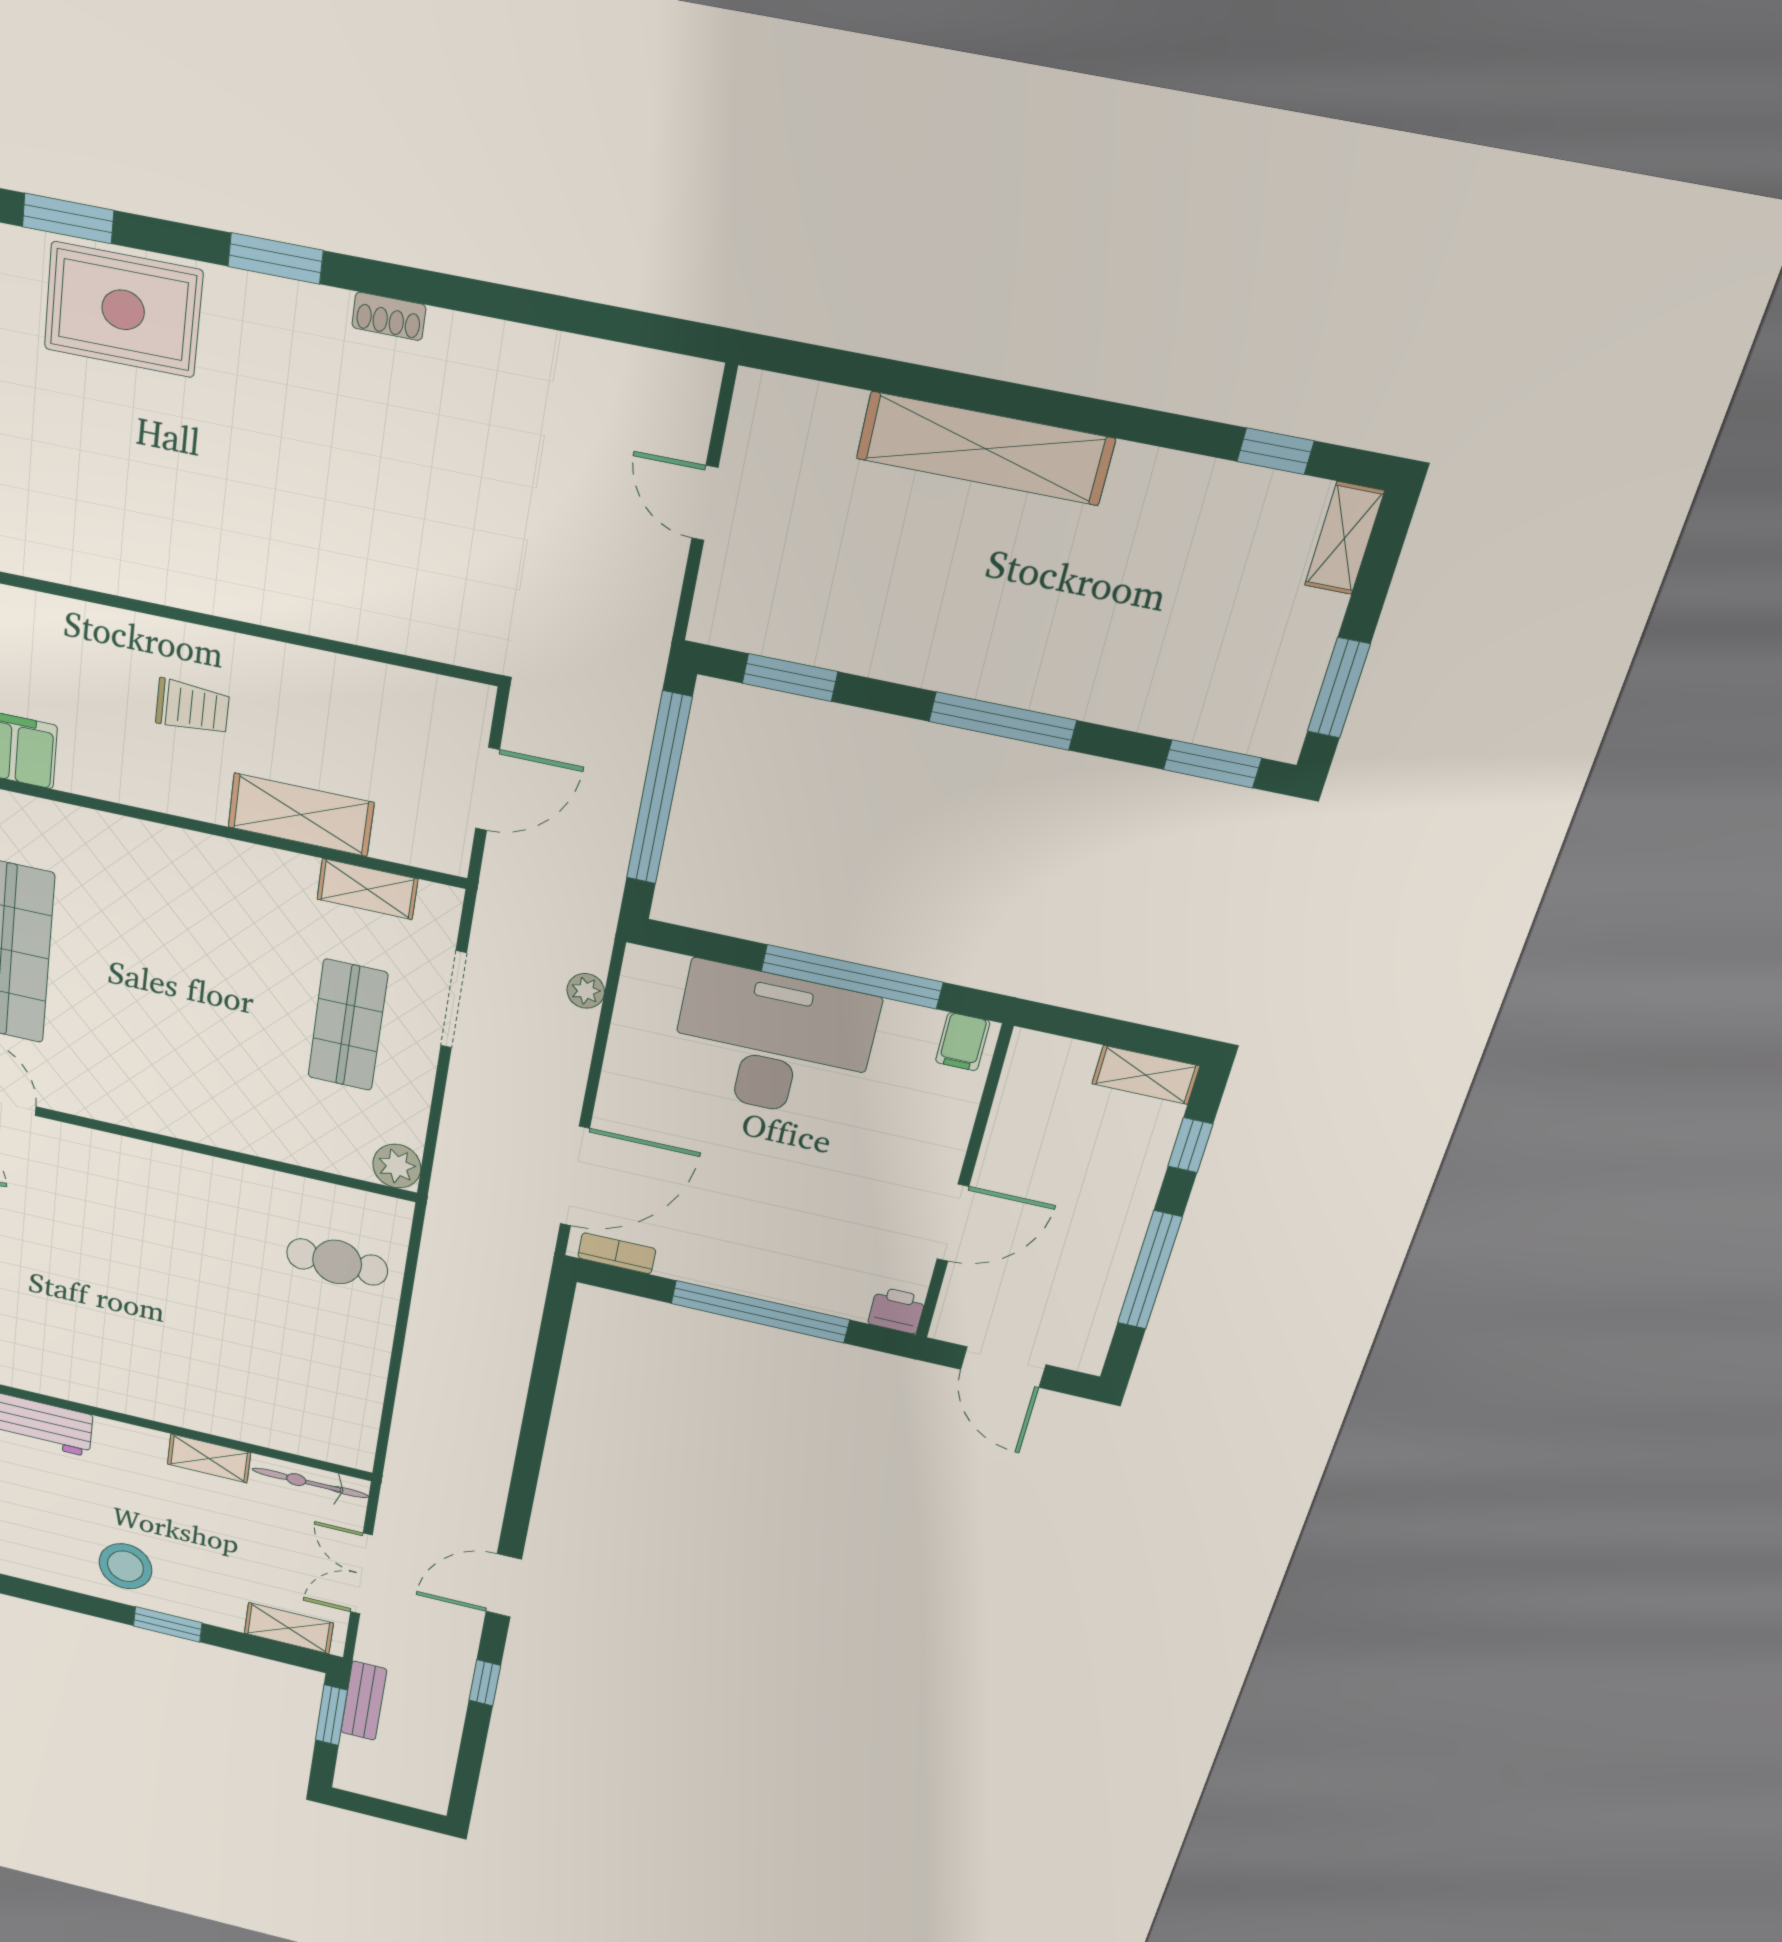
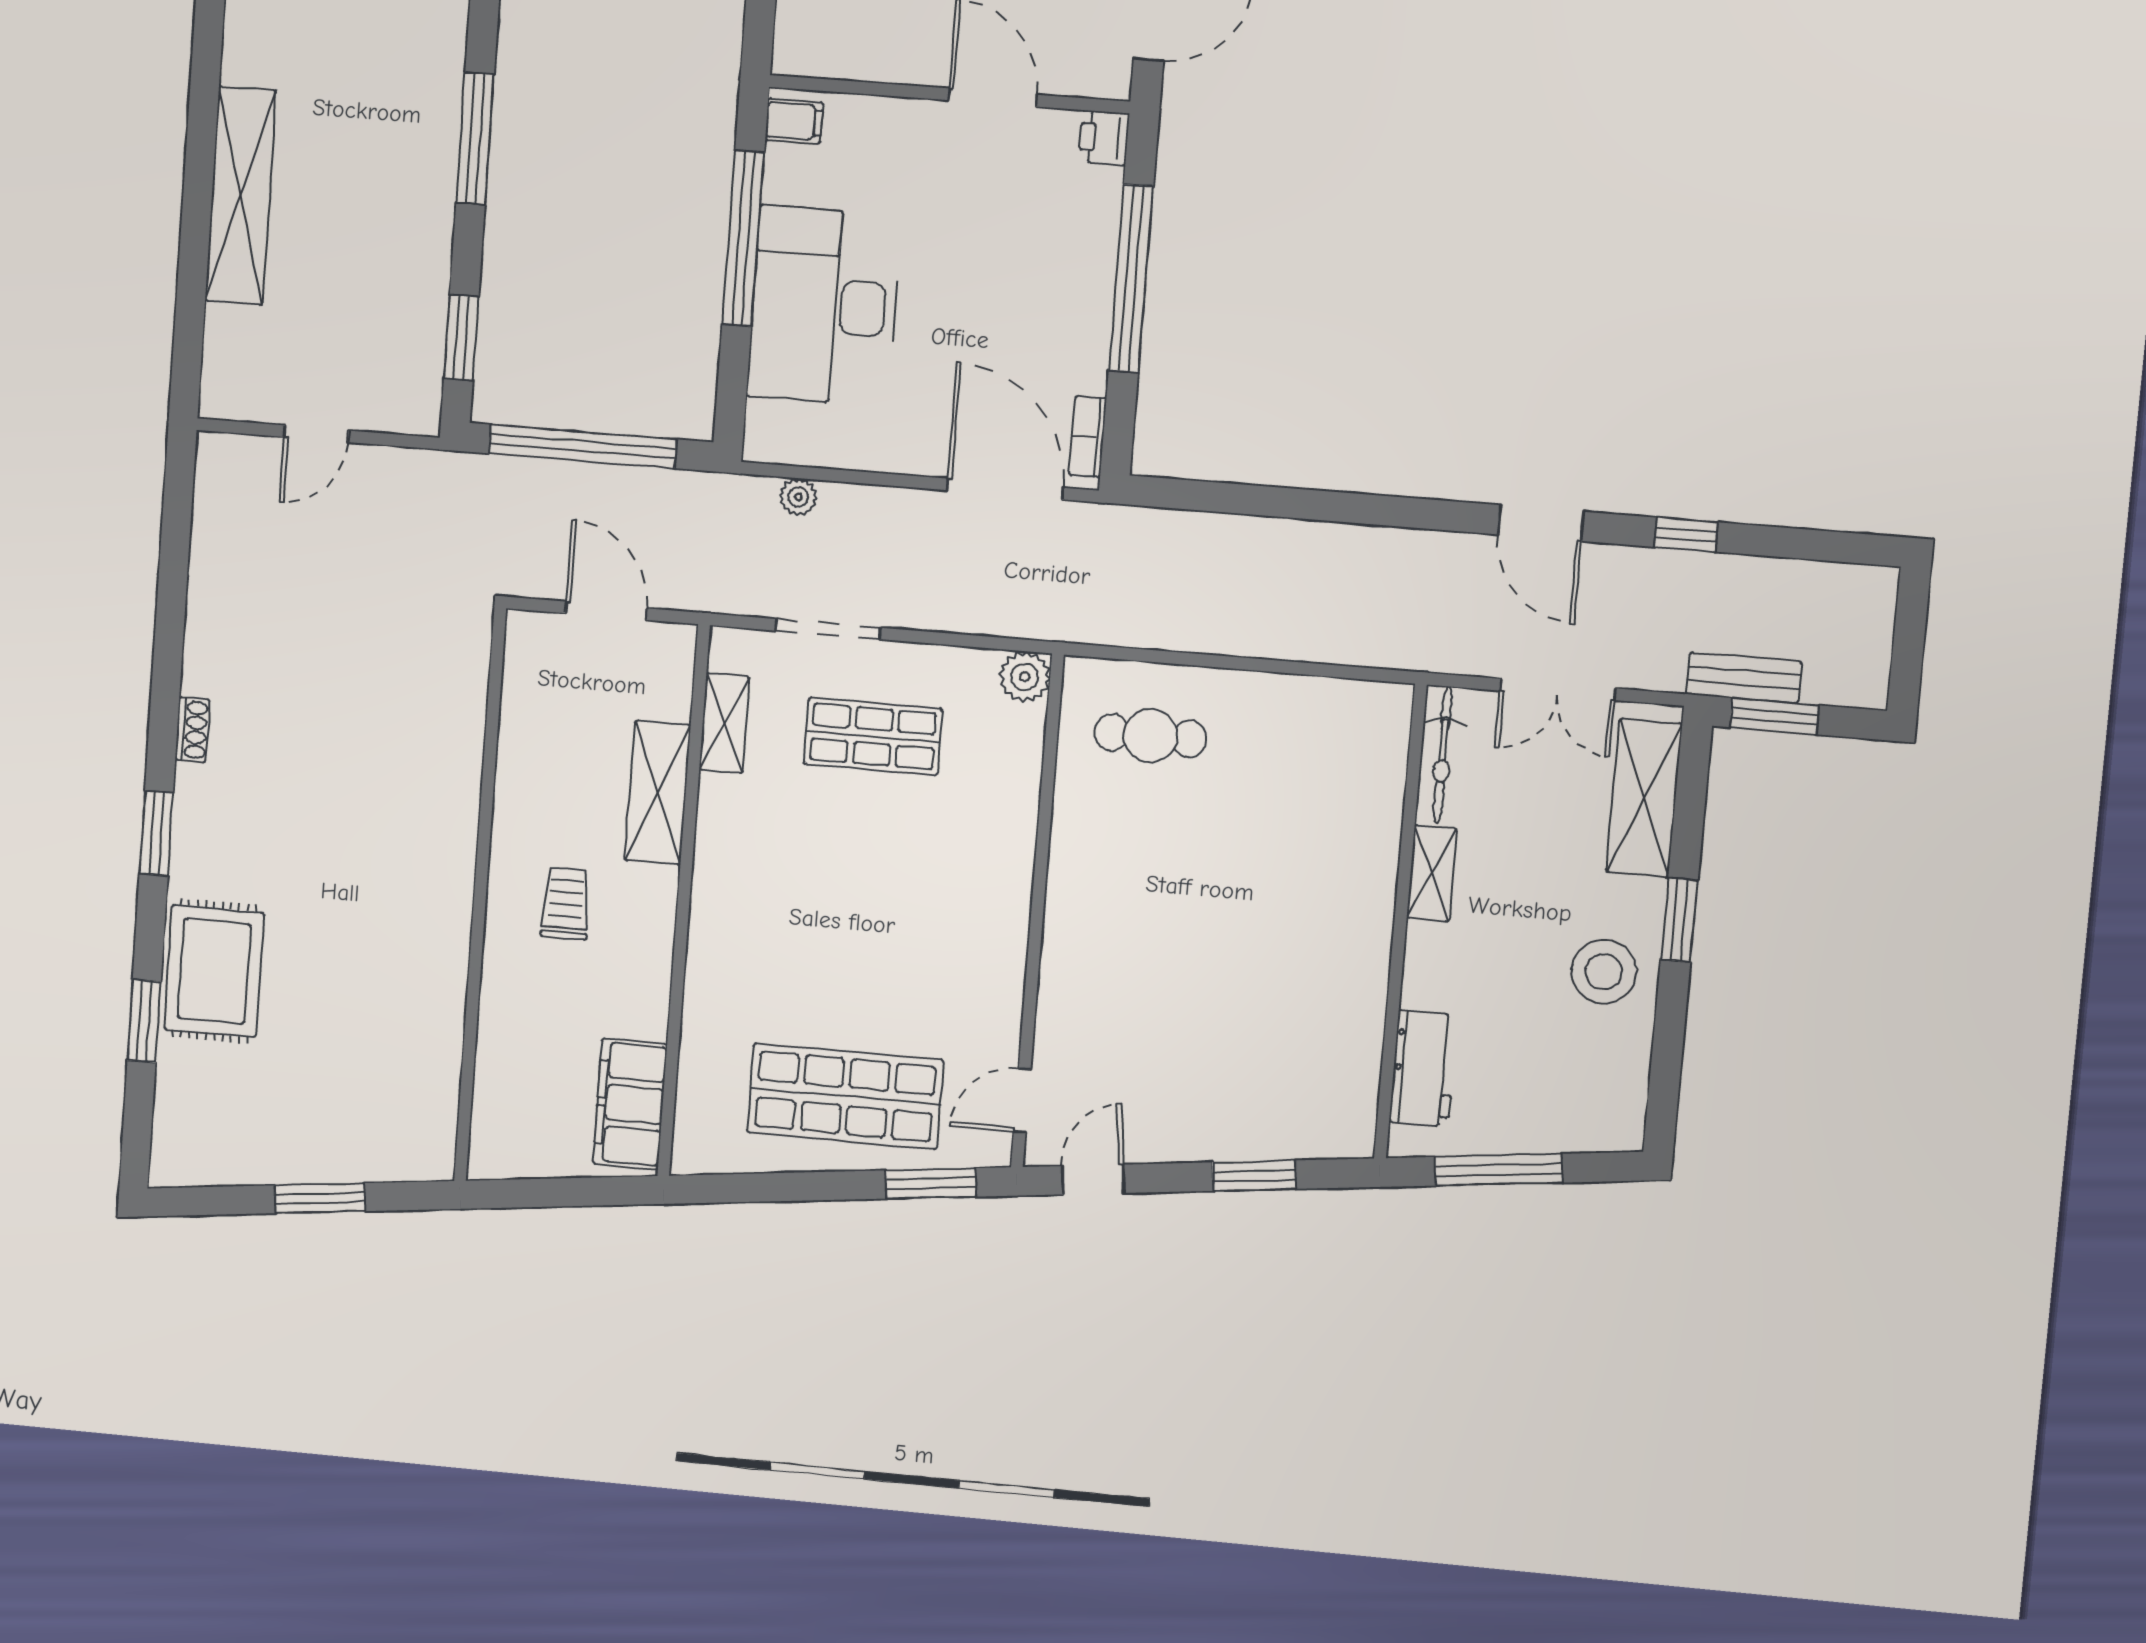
cafe table: (337, 1262) -> (1151, 736), turned 90
shelving: (289, 1628) -> (1644, 798), width x1.50, depth x1.33

